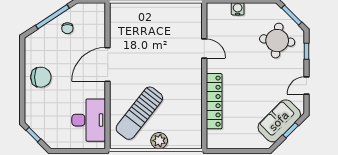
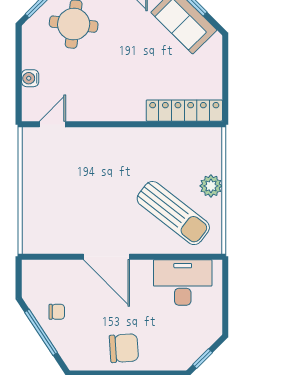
door: (204, 48) -> (52, 124), moved
chair: (41, 77) -> (124, 348), turned 86
locker: (214, 101) -> (184, 111), moved

